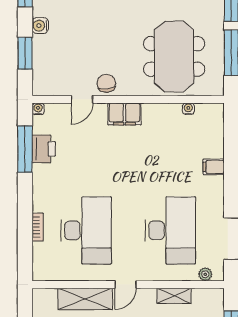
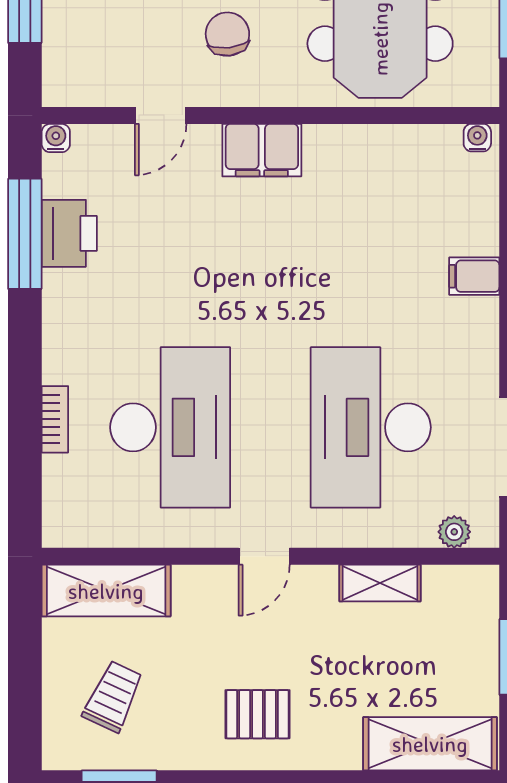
chair: (106, 83) -> (227, 34), moved
water cooler: (188, 109) -> (477, 138), moved
desk: (170, 230) -> (371, 427), turned 180
shelving: (85, 299) -> (106, 591), moved

